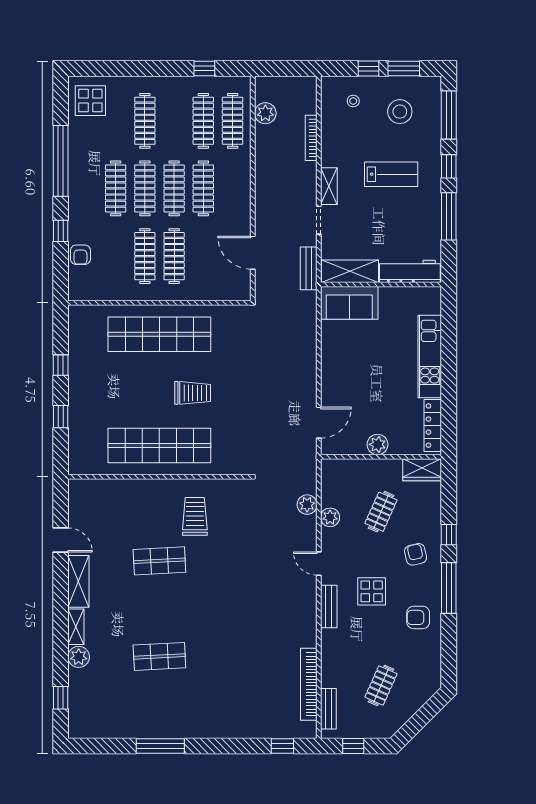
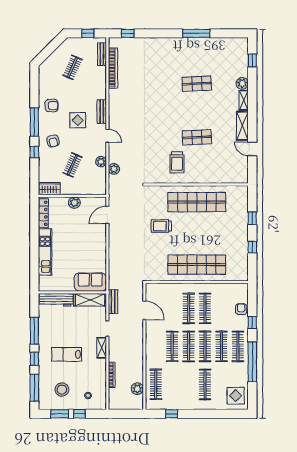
clothes rail: (203, 121) -> (238, 346), moved
trolley: (193, 393) -> (161, 226), moved

